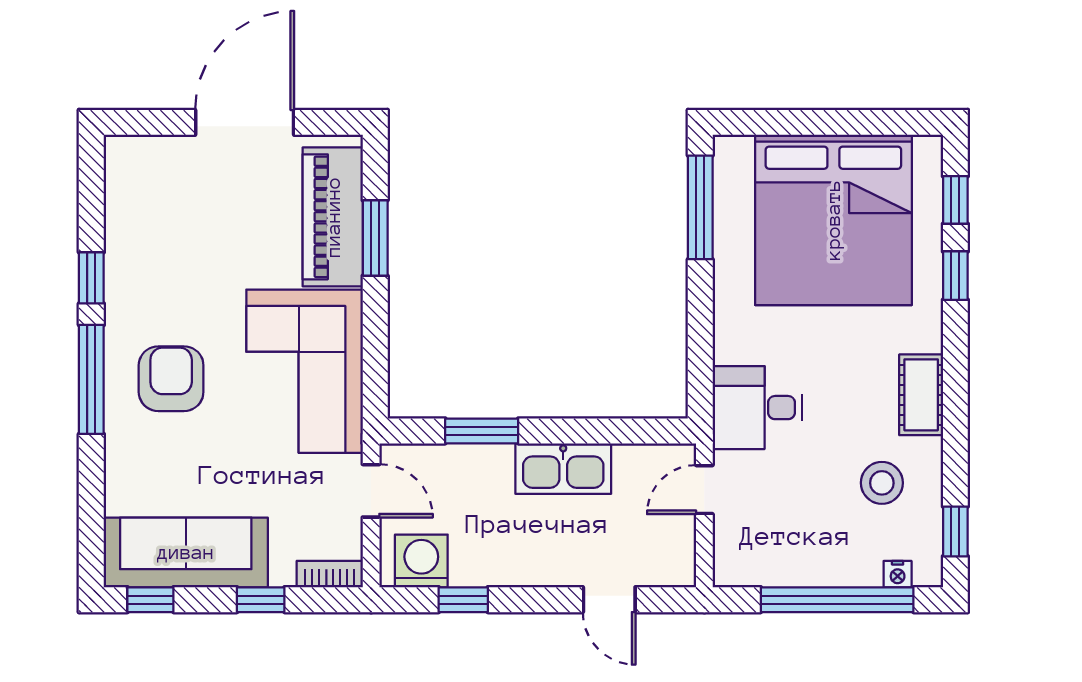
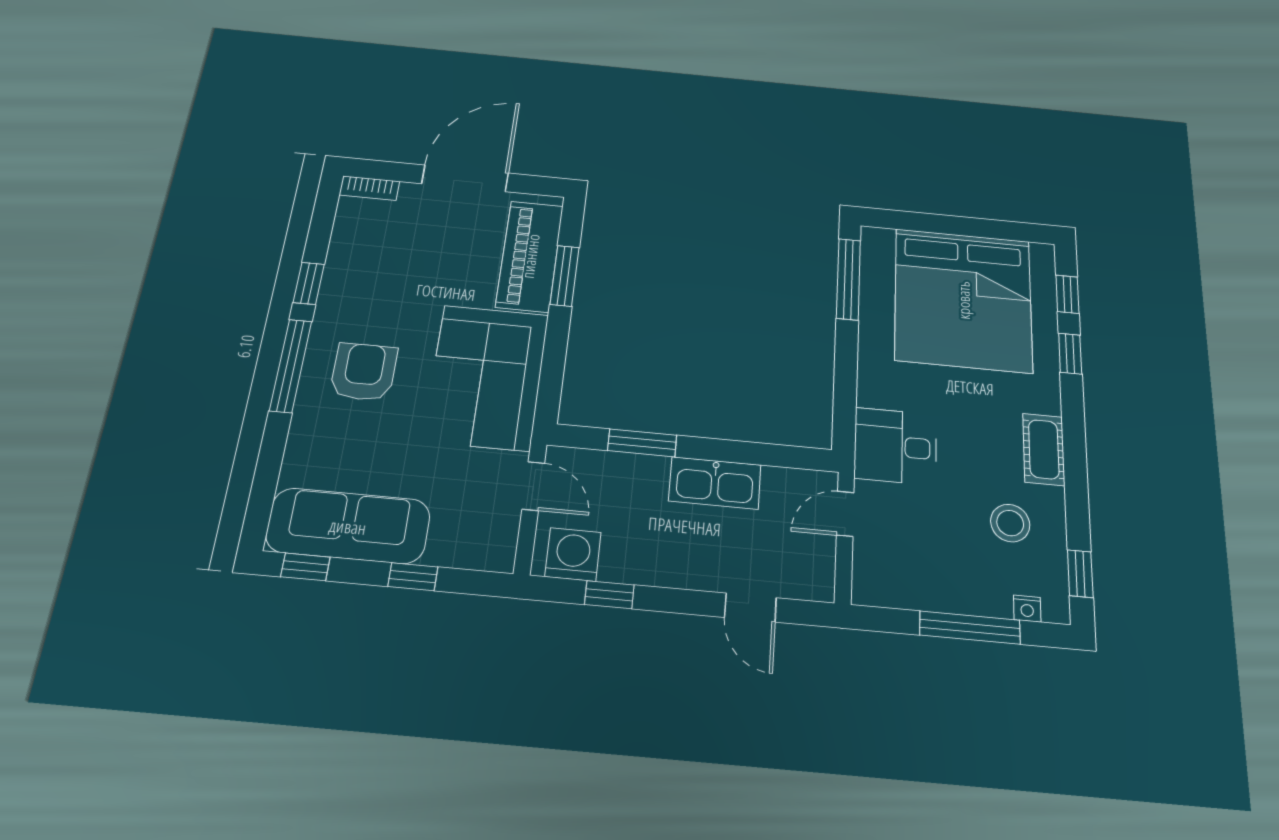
bookcase: (330, 574) -> (369, 188), moved, turned 180
window: (837, 600) -> (970, 628), width x0.68

